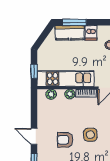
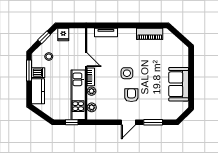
window: (74, 22) -> (29, 71), moved
armchair: (65, 140) -> (131, 95), turned 180

